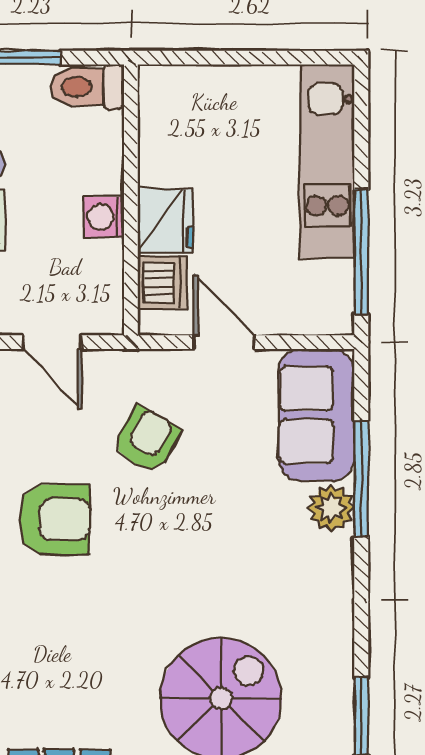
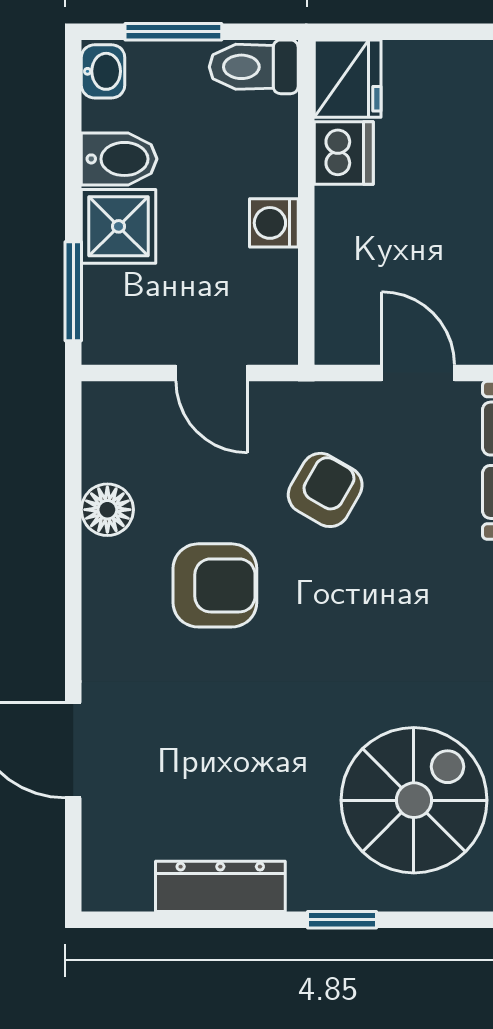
fridge: (165, 221) -> (348, 79), moved
dishwasher: (162, 283) -> (344, 153), moved

